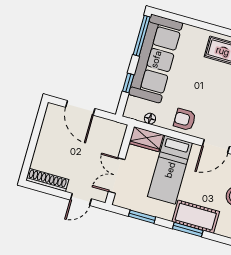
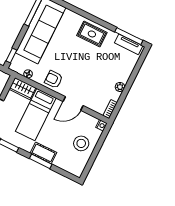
window: (128, 83) -> (11, 55), moved
cot: (196, 217) -> (43, 153), width x0.73, depth x0.75

